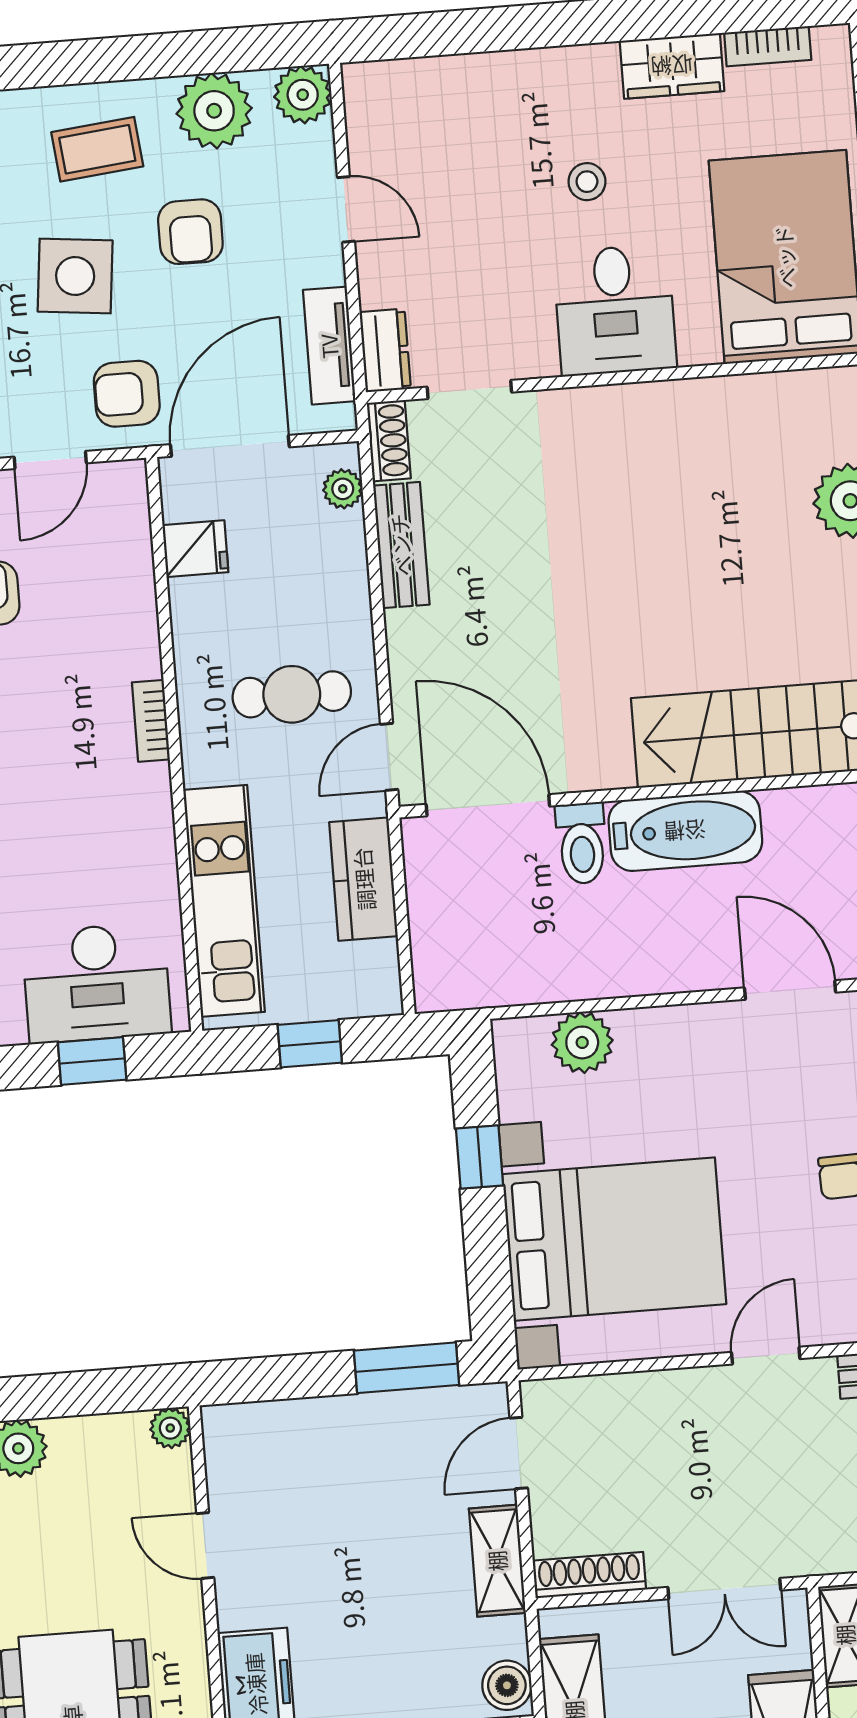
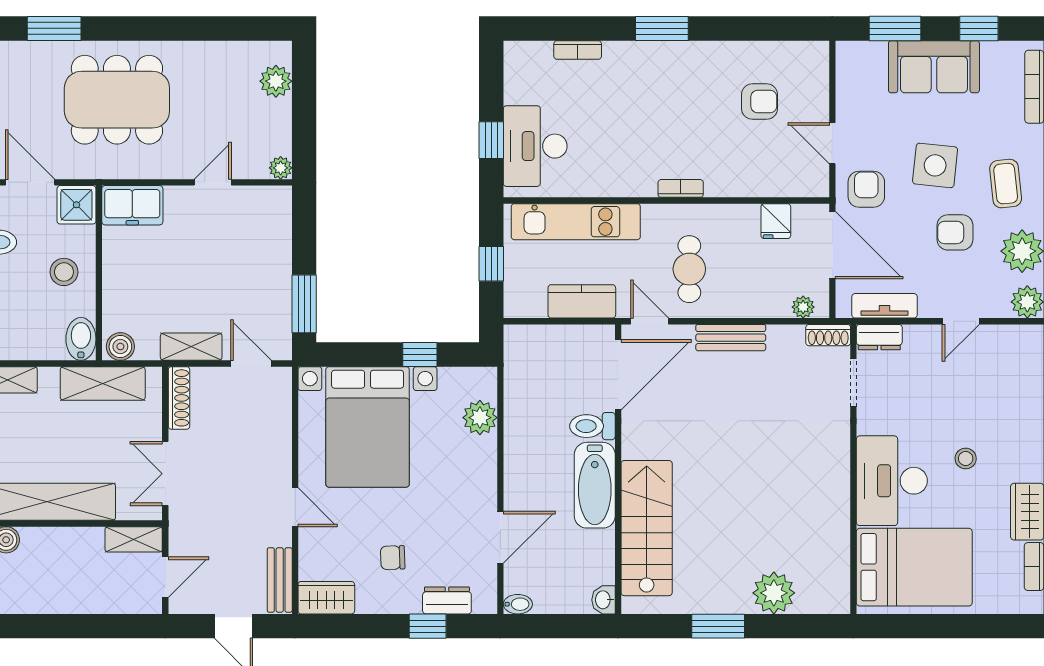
desk: (615, 310) -> (892, 481), width x1.37
bench: (401, 545) -> (731, 338), moved

